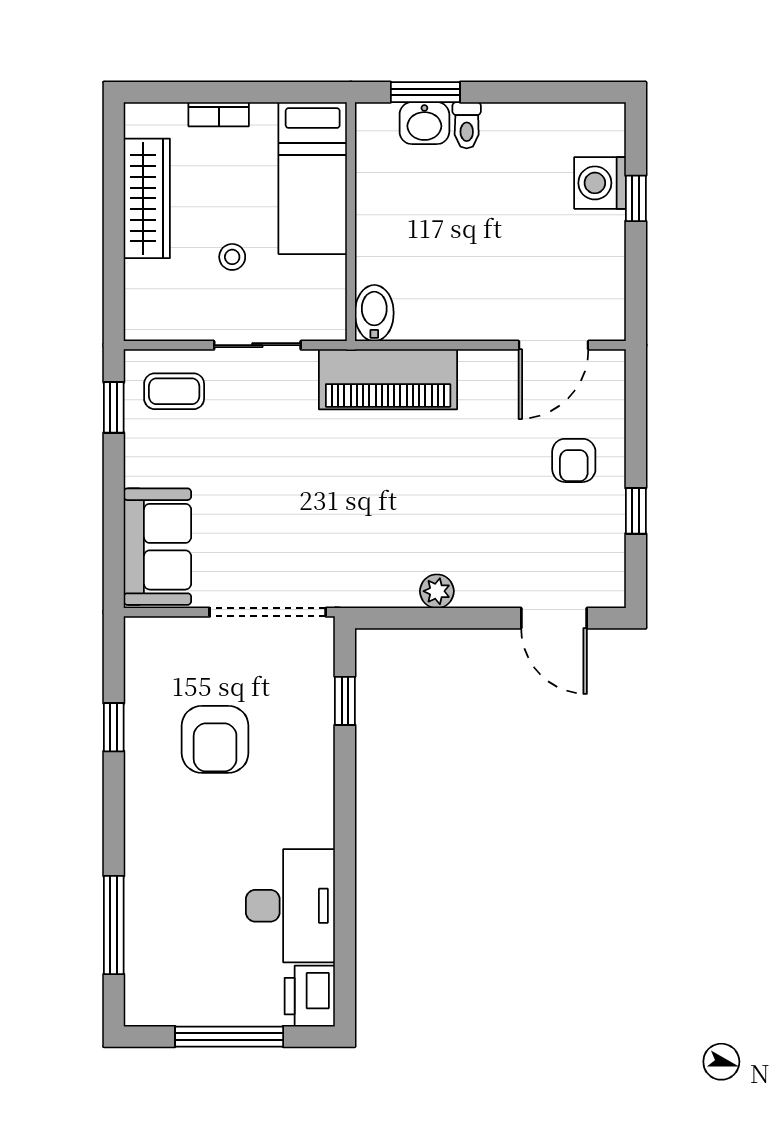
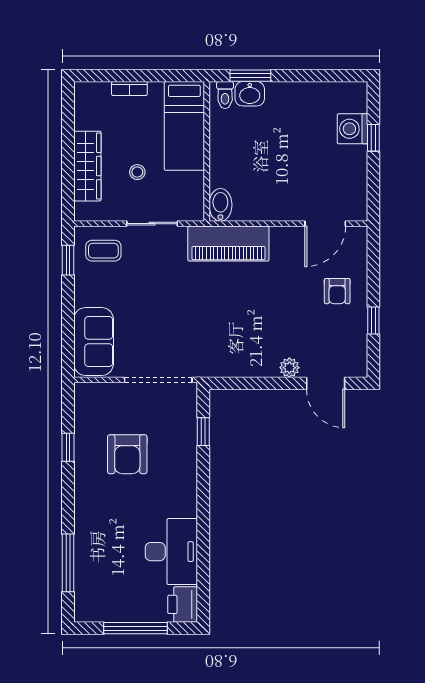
toilet: (467, 125) -> (225, 95), moved
wardrobe: (147, 198) -> (87, 166), moved
plant: (437, 591) -> (289, 368), moved

